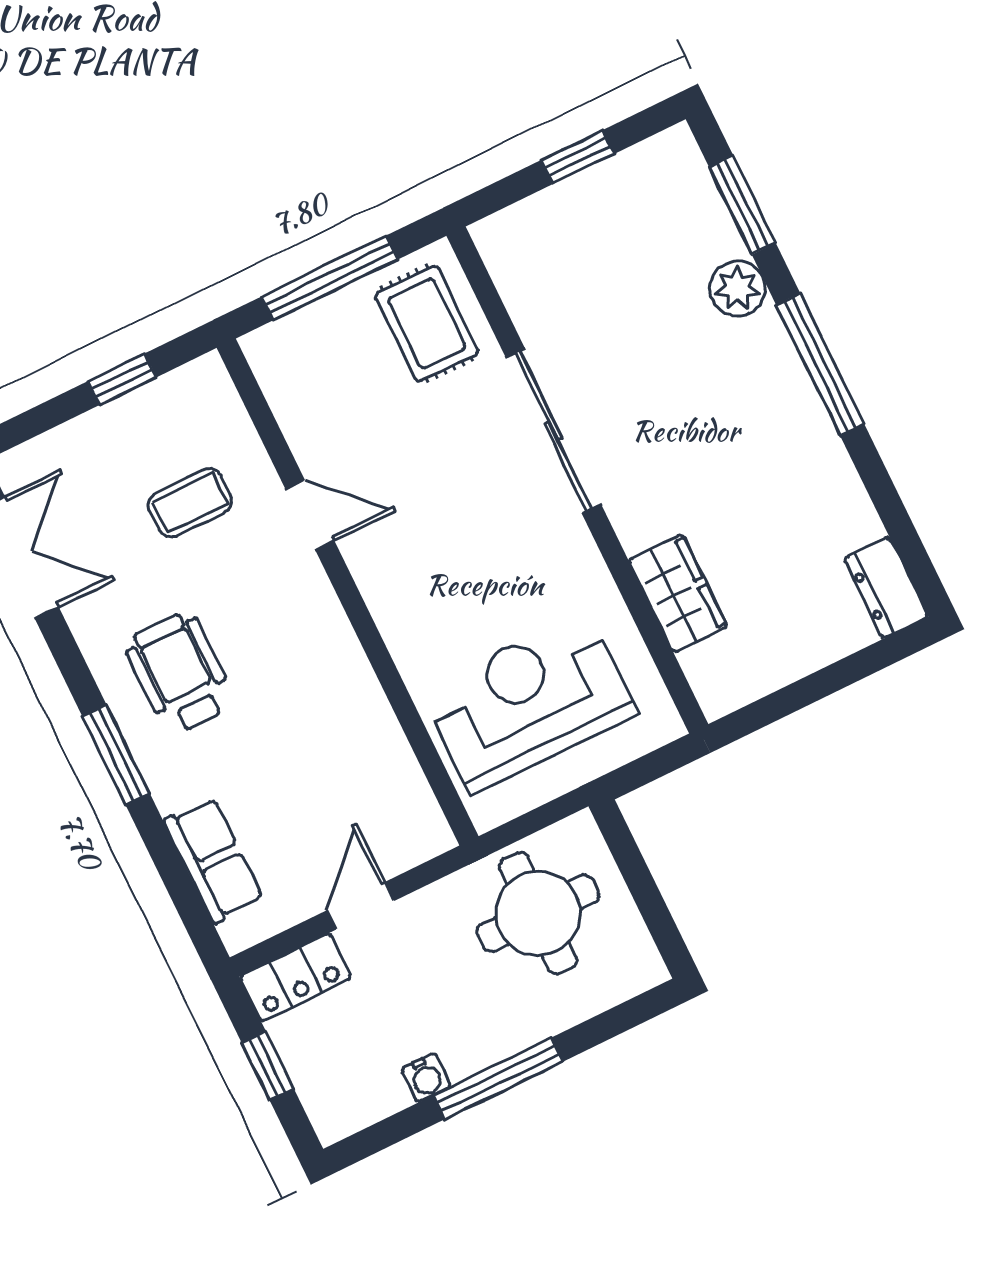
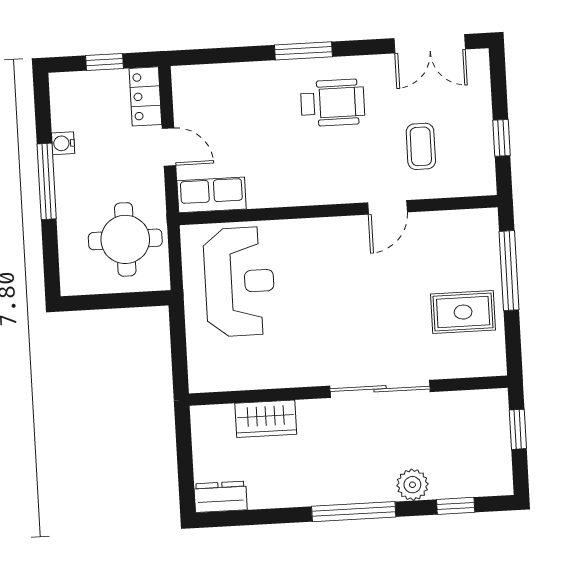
window: (742, 205) -> (456, 506), width x0.67
sliding door: (553, 430) -> (380, 389), moved
wall: (577, 480) -> (348, 391), moved
wardrobe: (678, 593) -> (266, 419), moved
row of seats: (213, 860) -> (212, 195), moved, turned 180

